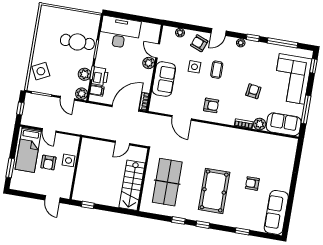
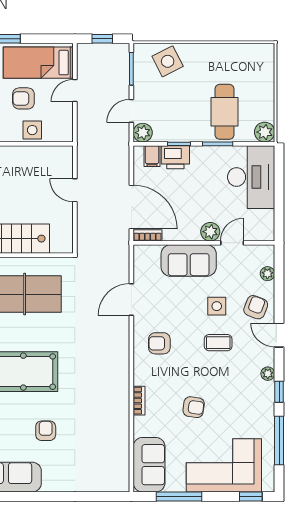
plant: (85, 74) -> (265, 132), moved
armchair: (211, 105) -> (159, 343), turned 90
plant: (260, 124) -> (143, 426), removed
door: (122, 143) -> (75, 190), moved

